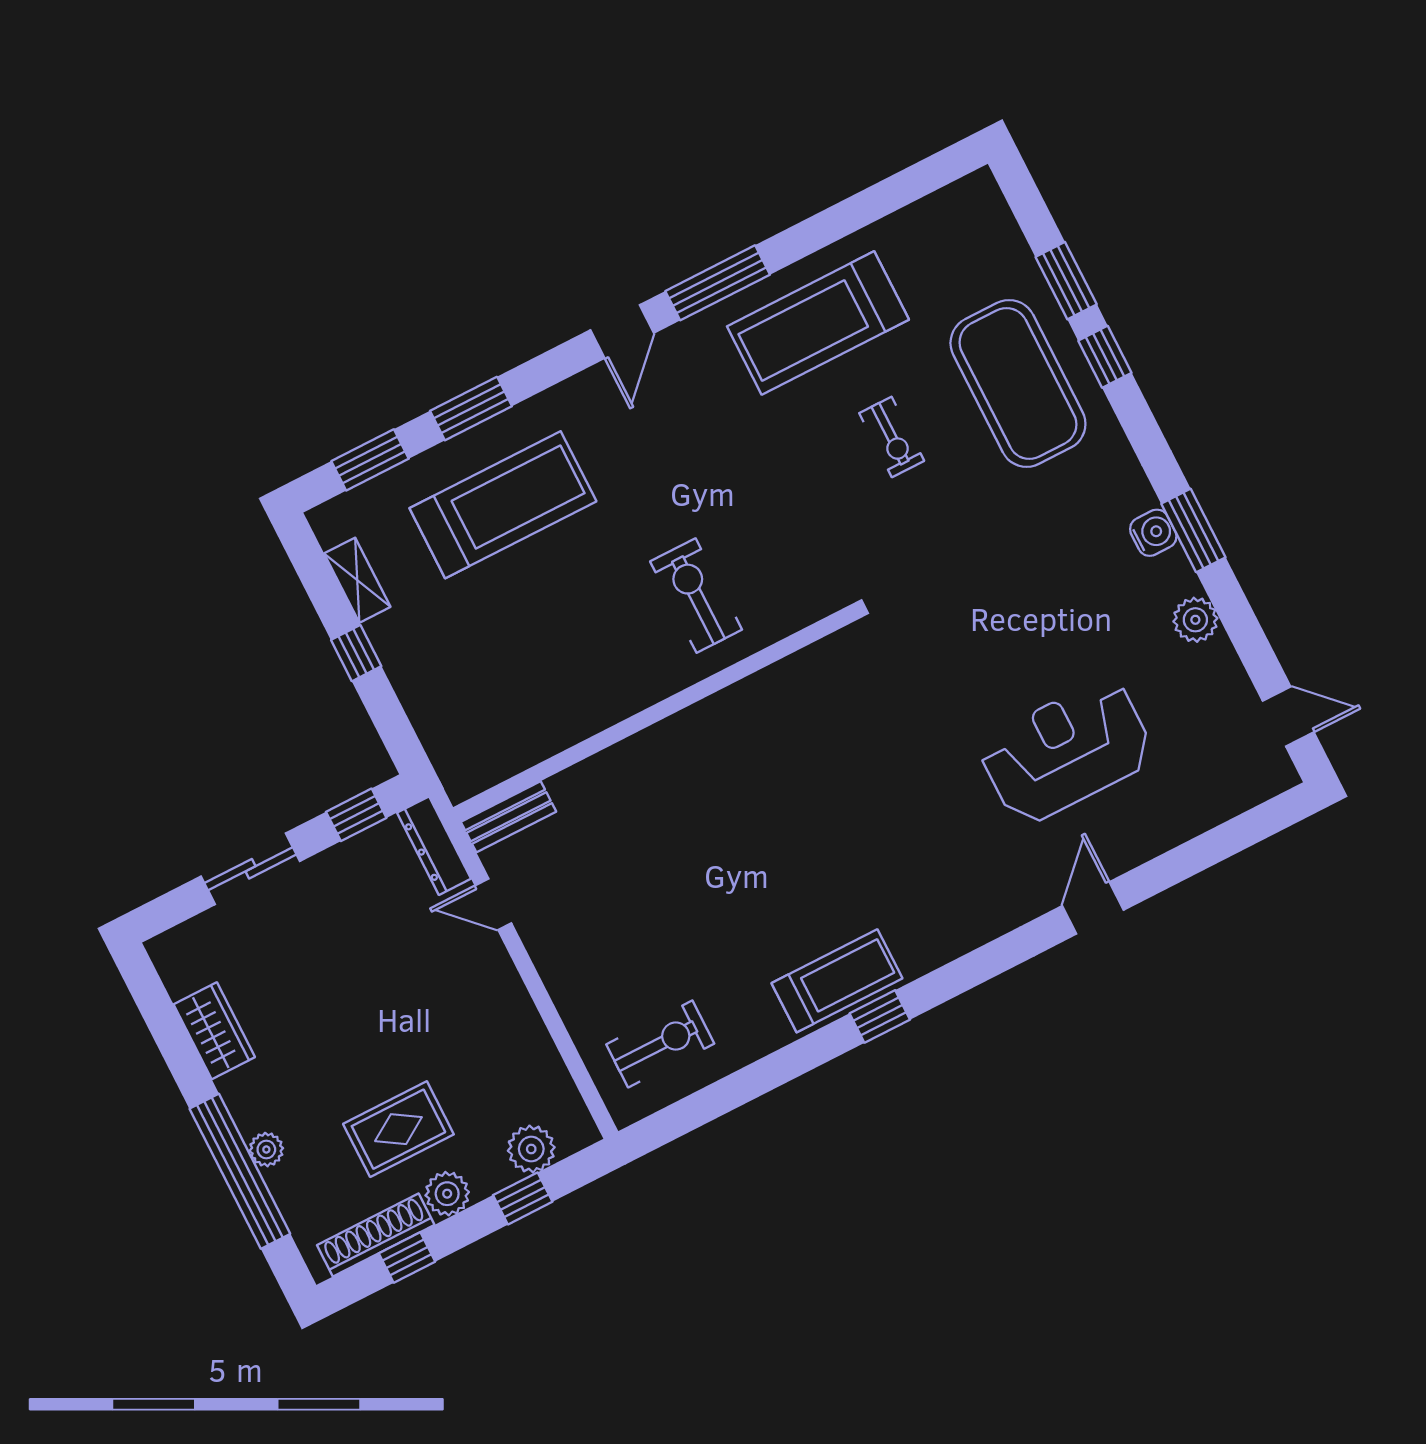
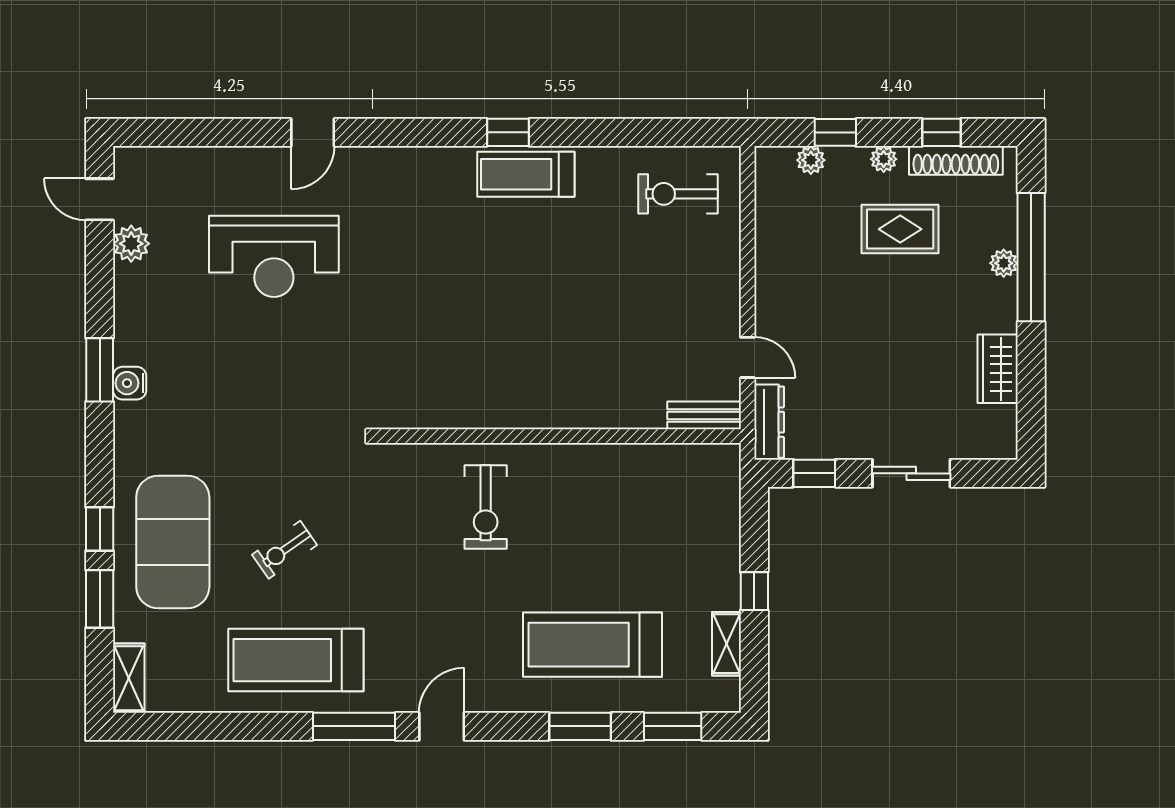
shelving: (990, 210) -> (129, 678), added
treadmill: (818, 323) -> (296, 660), turned 180
exercise bike: (892, 437) -> (284, 550), turned -125
plant: (1195, 620) -> (131, 244), moved
plant: (531, 1149) -> (811, 160), width x0.73, depth x0.73
plant: (447, 1194) -> (884, 159), width x0.73, depth x0.73

